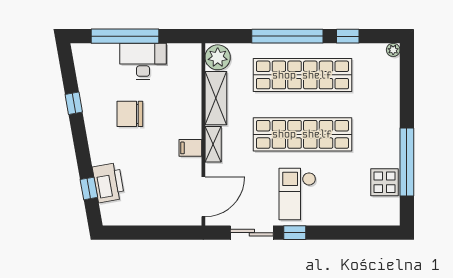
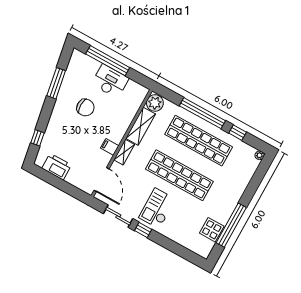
window: (74, 103) -> (56, 83), width x2.17
chair: (130, 114) -> (85, 108), turned 180
printer: (108, 183) -> (57, 167), moved, turned -80
door: (203, 197) -> (101, 180), hinge flipped

